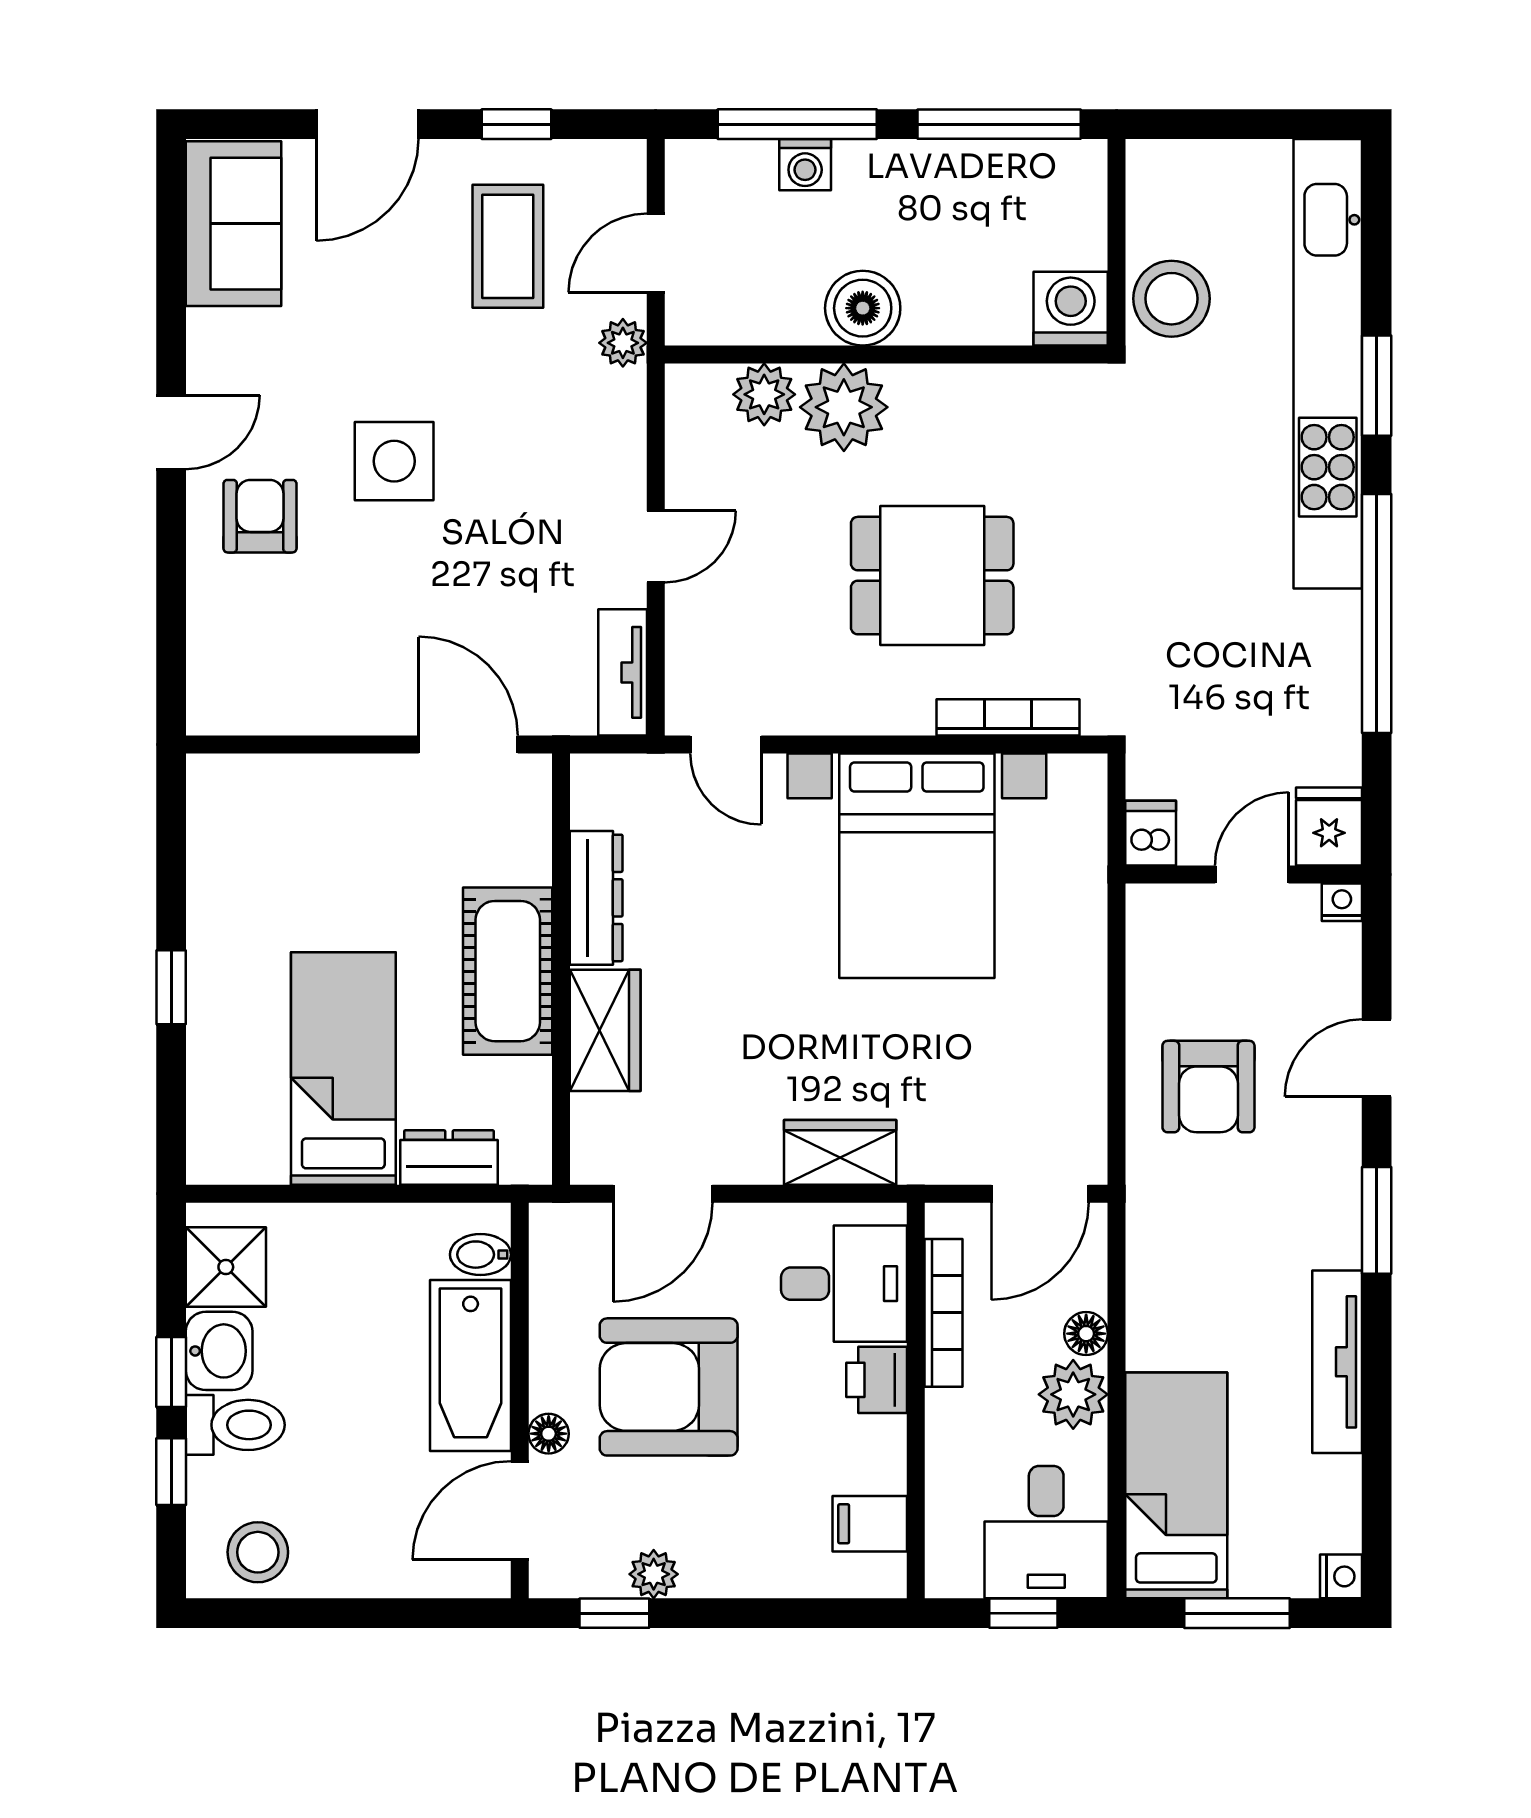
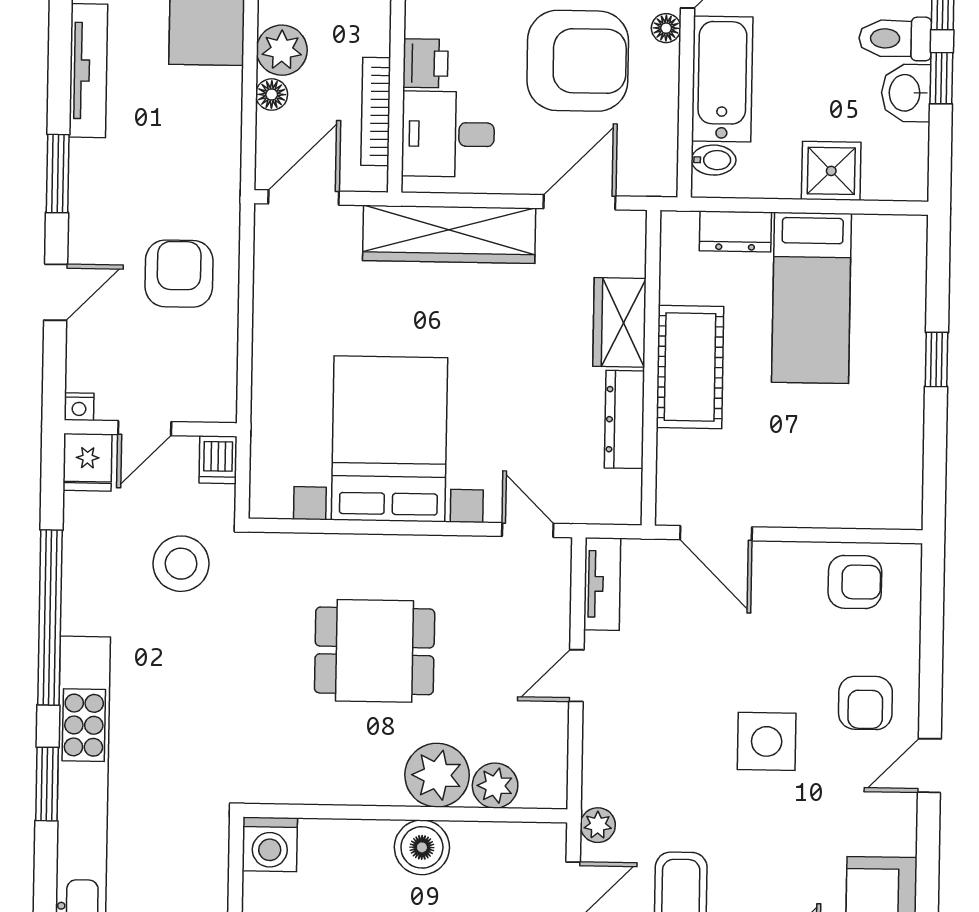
stool: (1171, 299) -> (181, 564), moved
armchair: (277, 681) -> (855, 582), added
bookcase: (1008, 717) -> (321, 546), removed
wardrobe: (840, 1152) -> (449, 234), width x2.10, depth x1.17
shower: (226, 1267) -> (831, 171), moved

